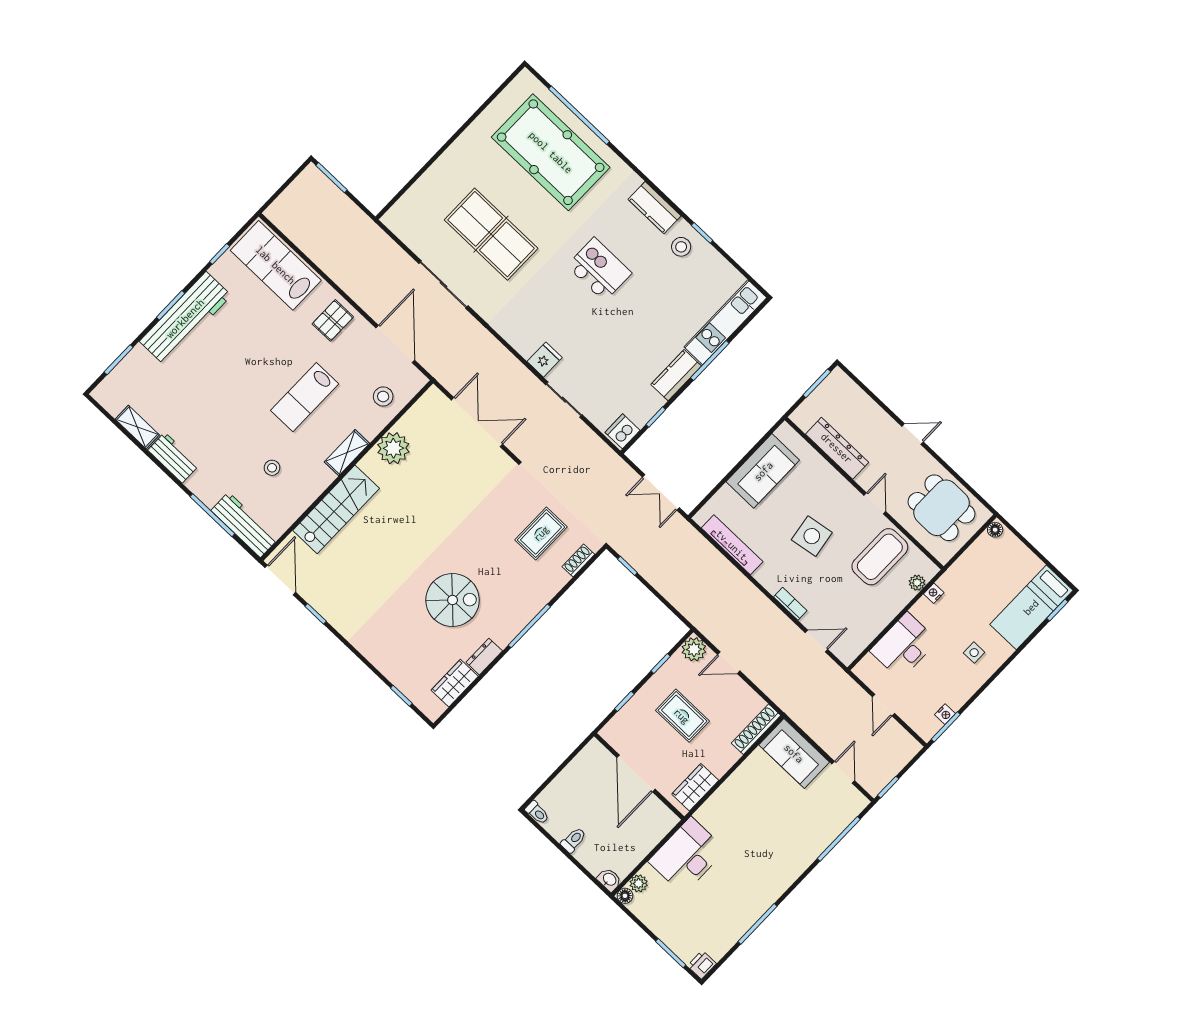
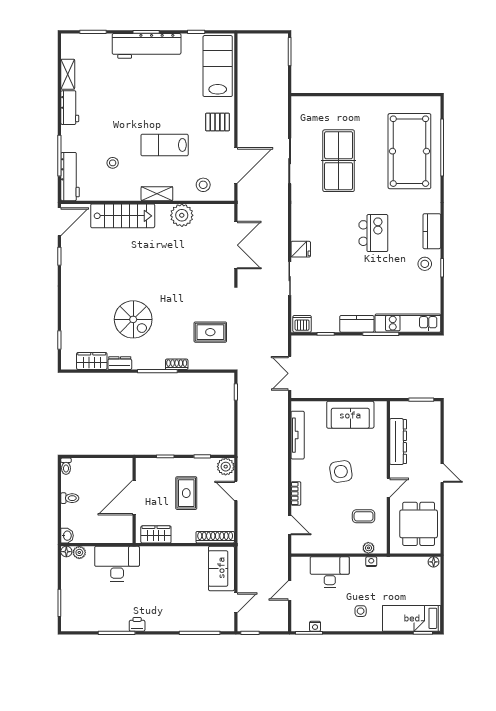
coffee table: (880, 557) -> (364, 516), width x0.54, depth x0.58
shoe rack: (578, 560) -> (177, 364), moved
printer: (702, 965) -> (137, 624), moved

